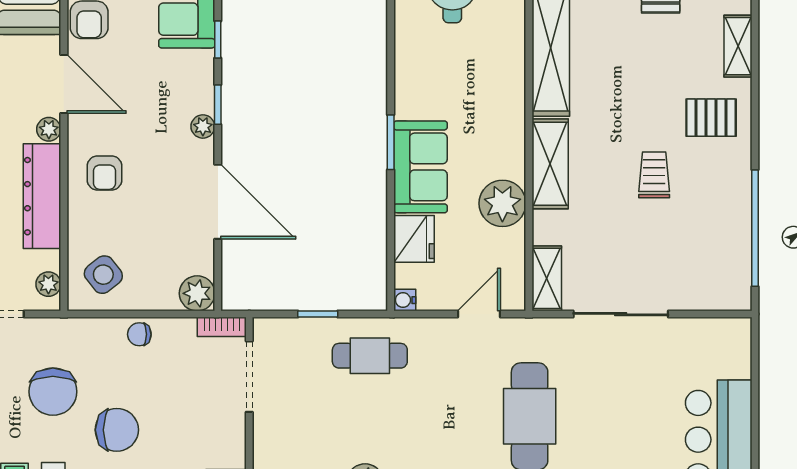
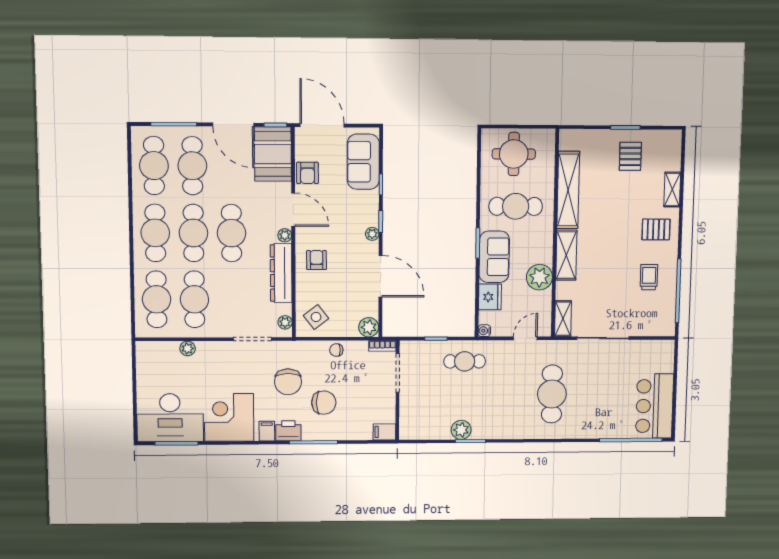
cafe table: (457, 77) -> (516, 206), added
armchair: (105, 173) -> (317, 260), turned 180
trolley: (654, 175) -> (649, 277), moved

